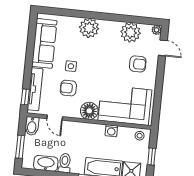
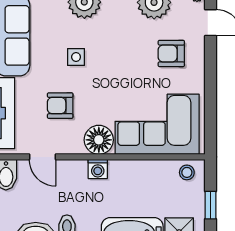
armchair: (138, 64) -> (171, 53), turned 180
side table: (71, 66) -> (76, 57), moved
washing machine: (111, 131) -> (98, 169), moved

